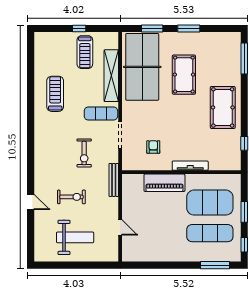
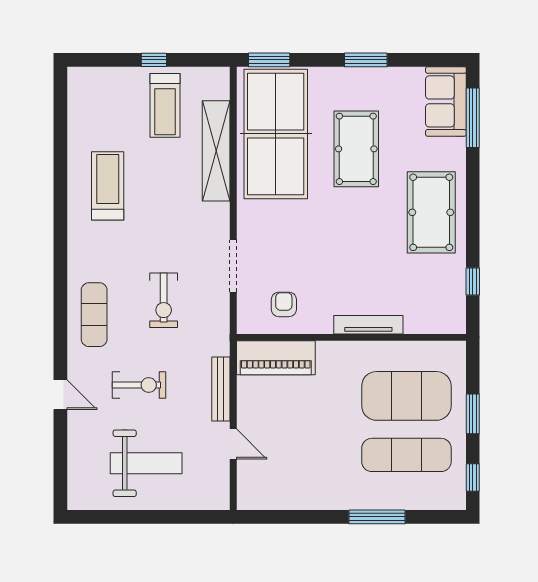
window: (152, 28) -> (269, 60), moved
sofa: (230, 50) -> (446, 101), added
exercise mat: (101, 113) -> (94, 315), moved, turned 90
armchair: (153, 147) -> (284, 304), moved
bench: (114, 180) -> (221, 389), moved
piano: (164, 183) -> (276, 358), moved
window: (215, 265) -> (377, 517), moved

